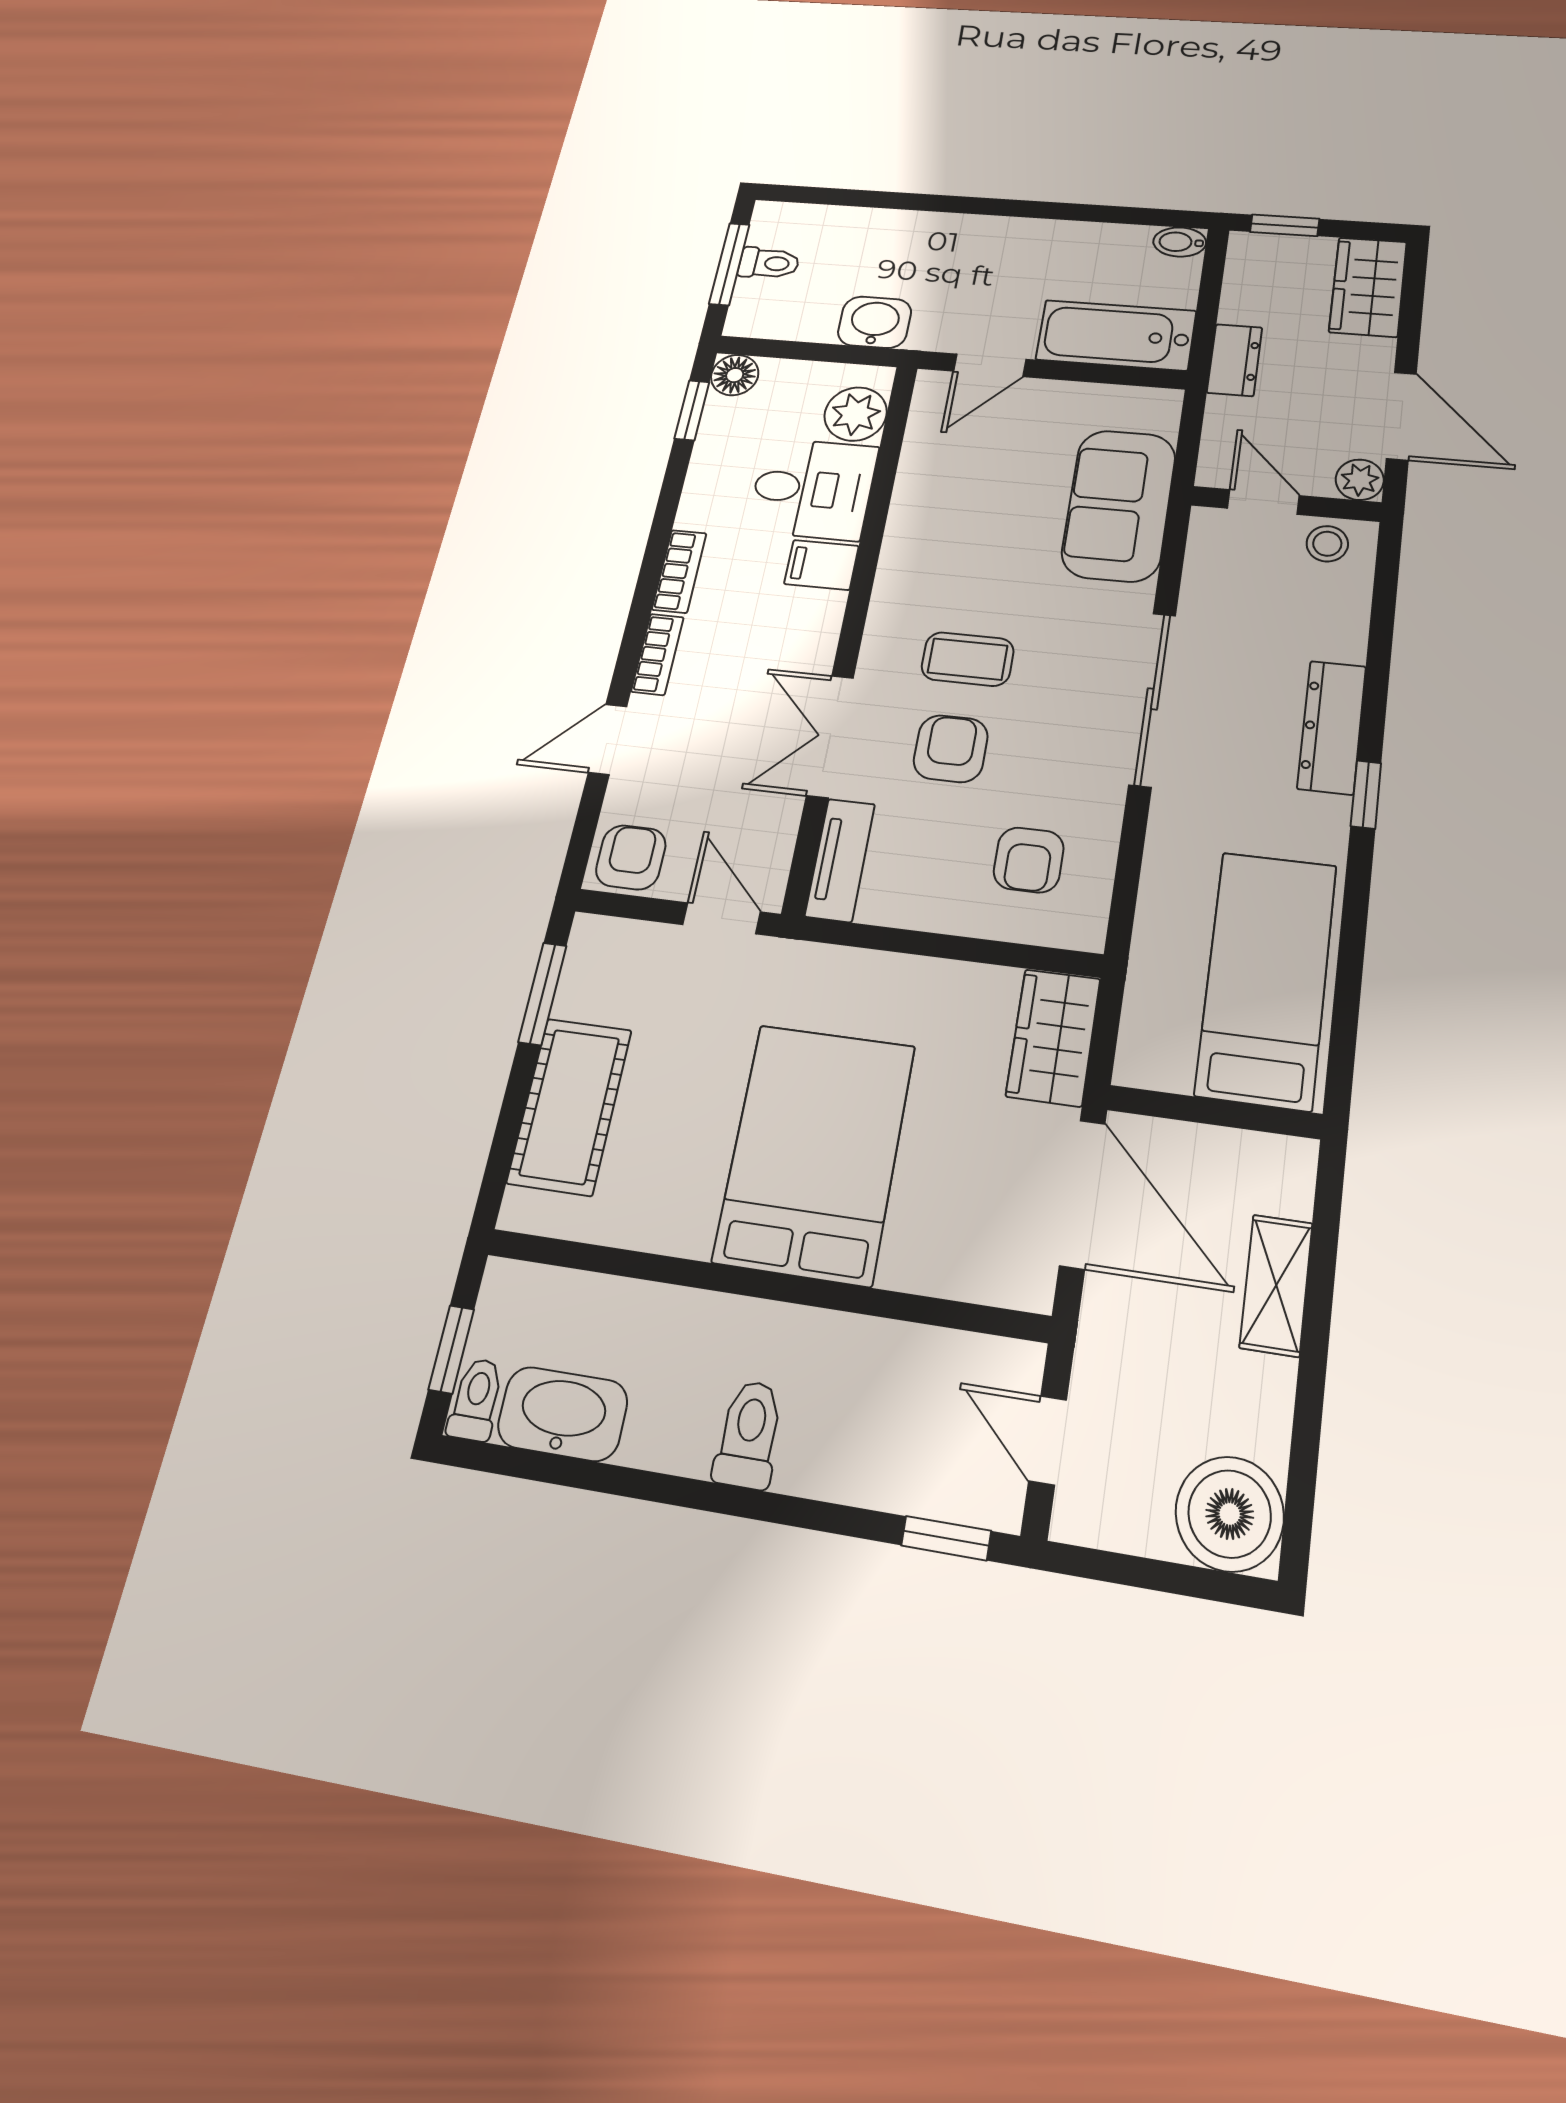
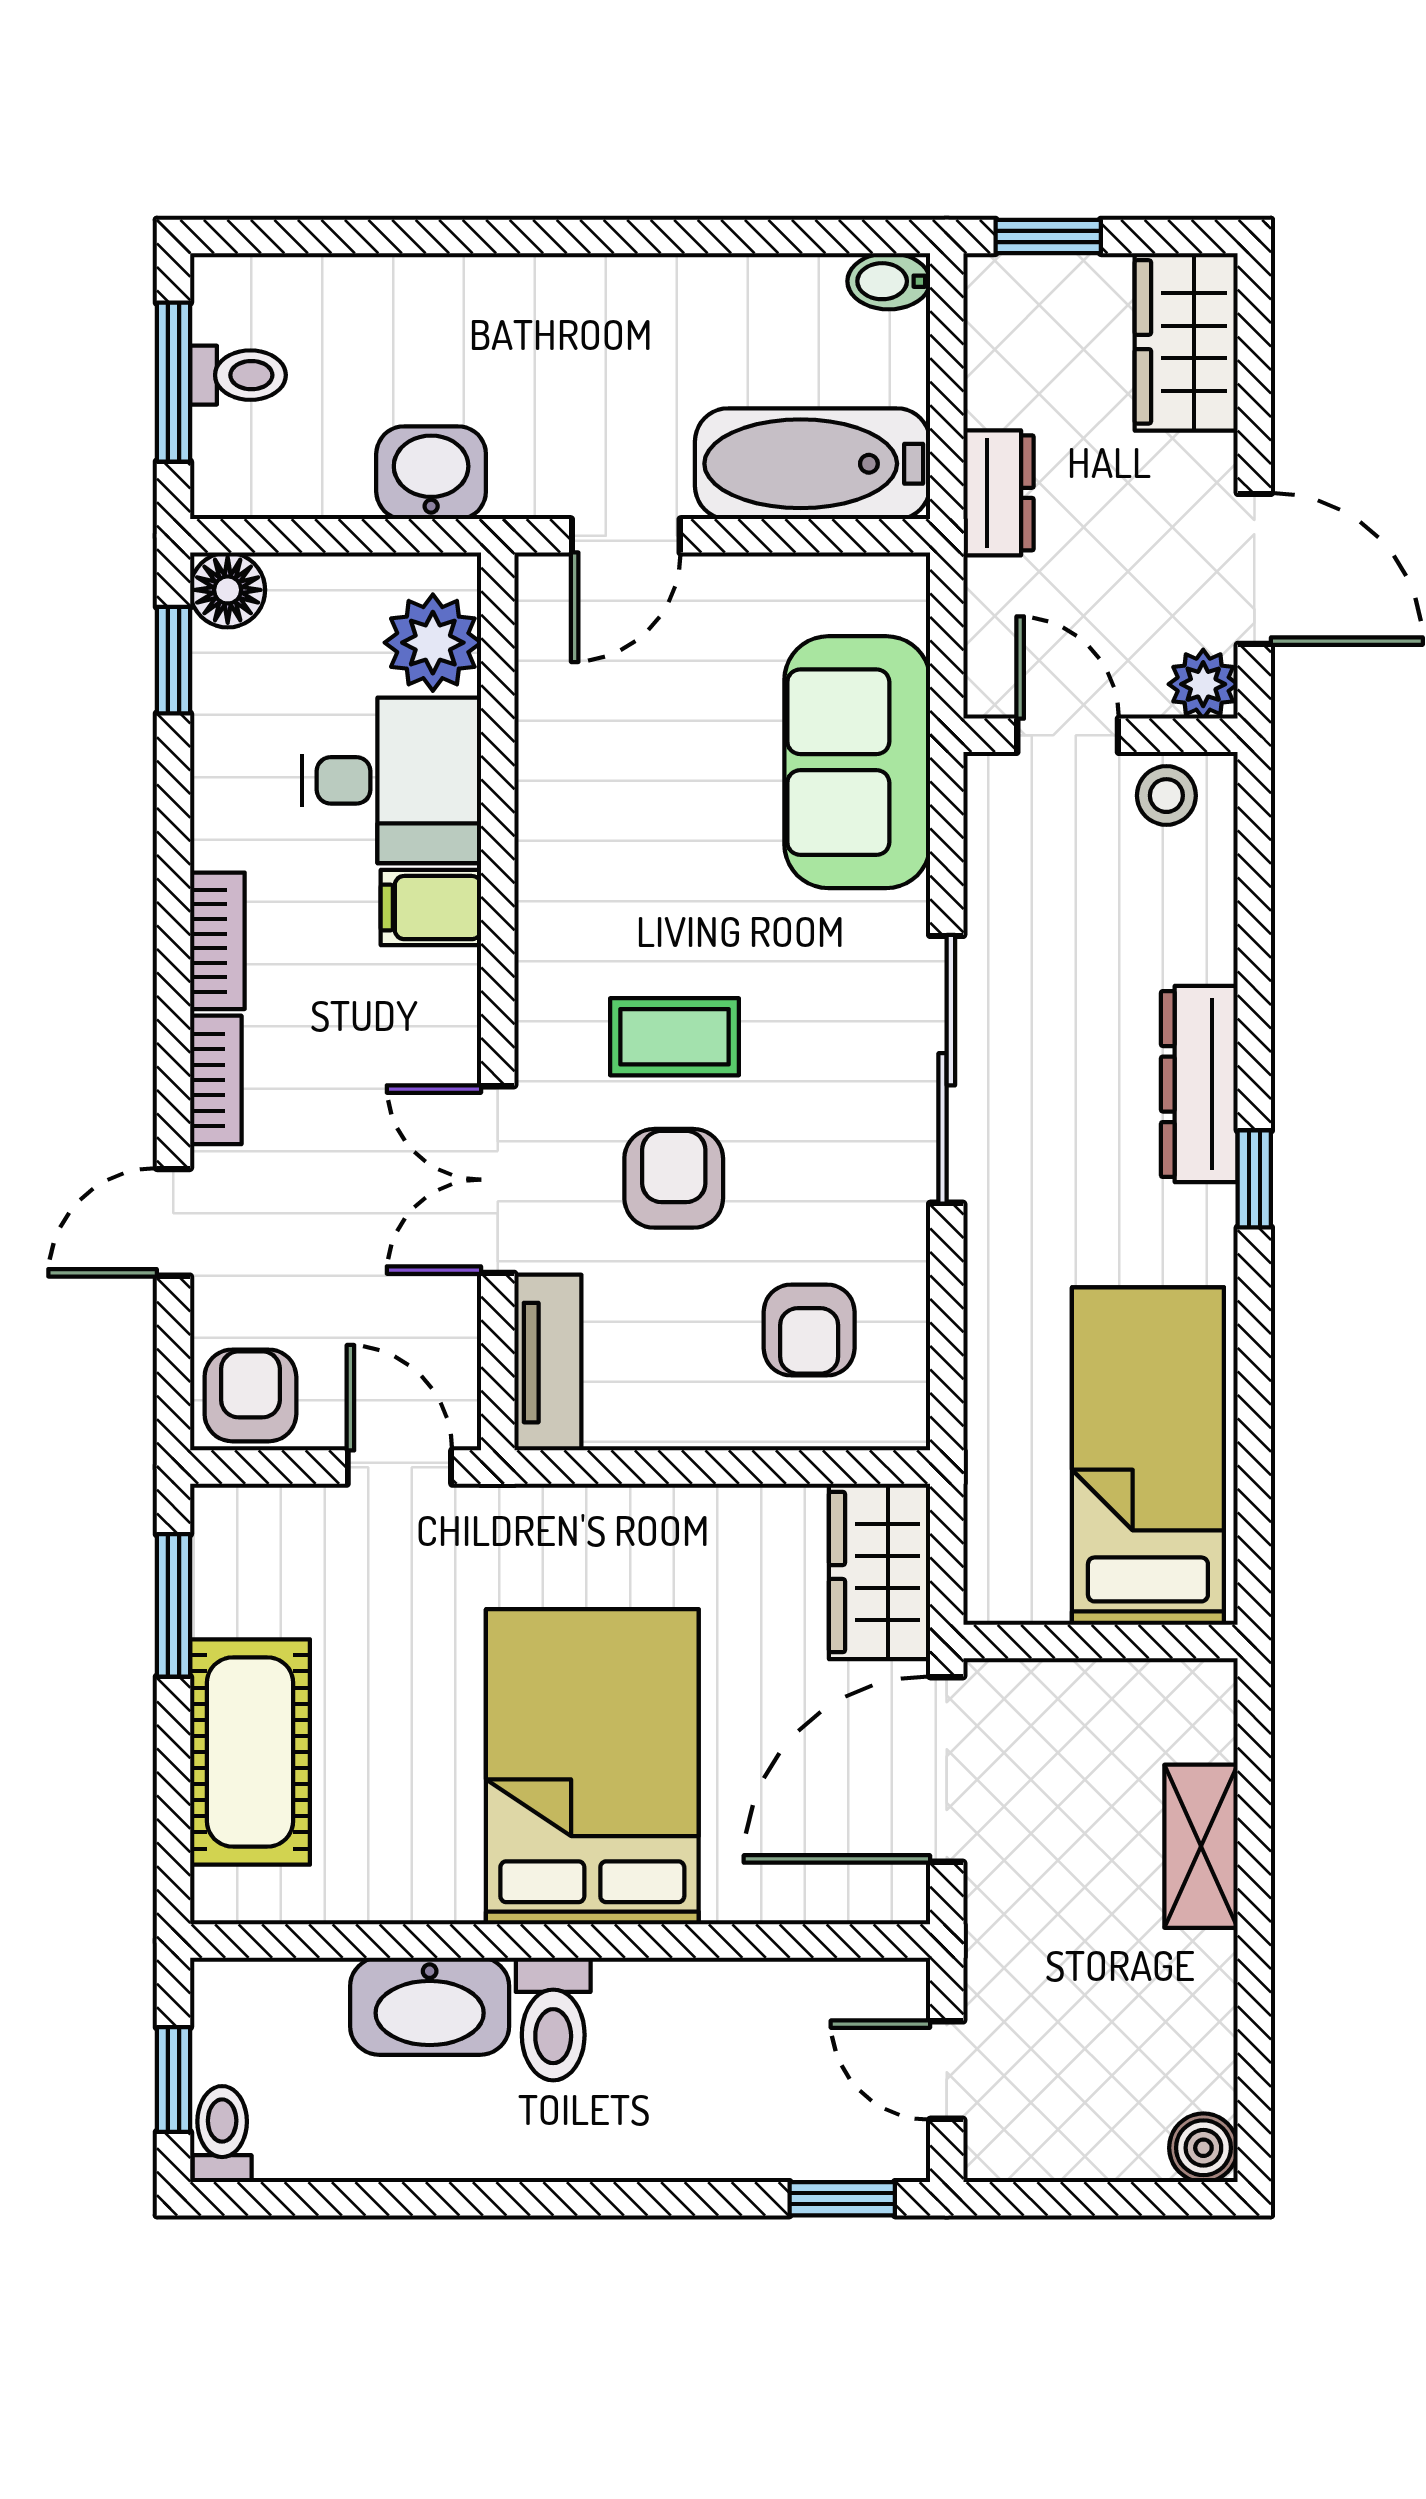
door: (1082, 1194) -> (947, 1770), swing flipped
washbasin: (563, 1414) -> (430, 2006), moved, turned 180
toilet: (749, 1434) -> (553, 2019), moved, turned 180
boiler: (1230, 1514) -> (1203, 2148), width x0.54, depth x0.54

